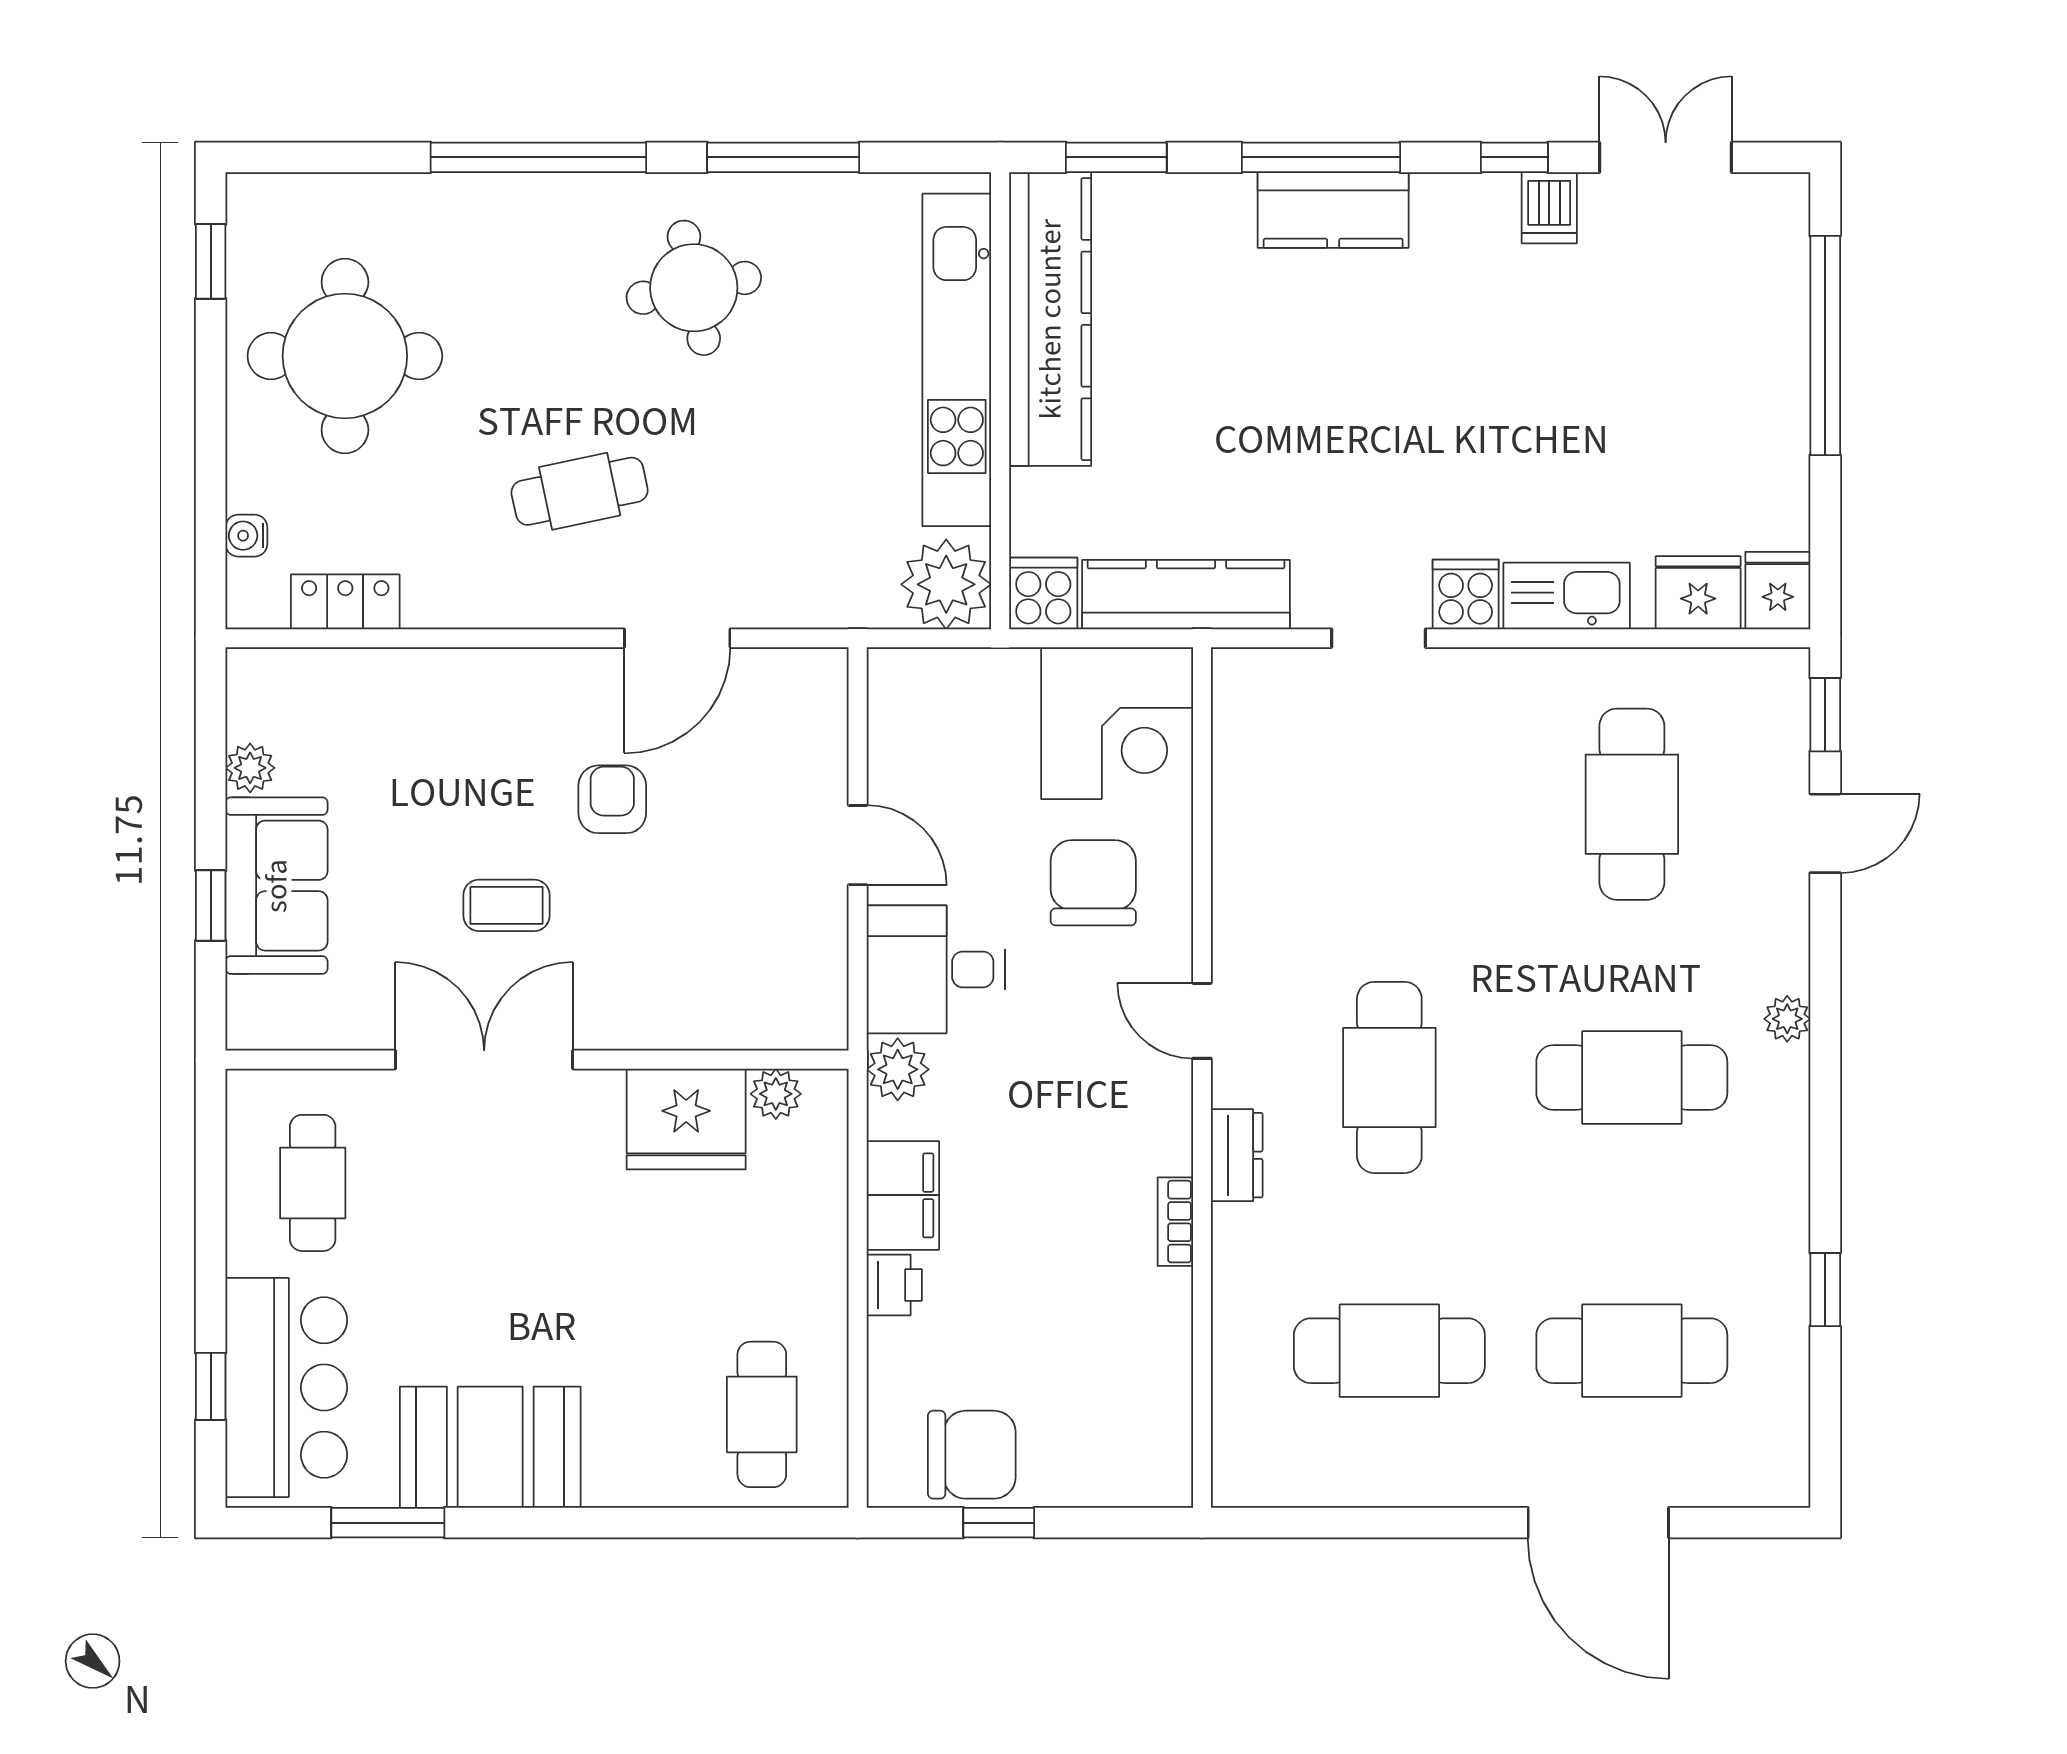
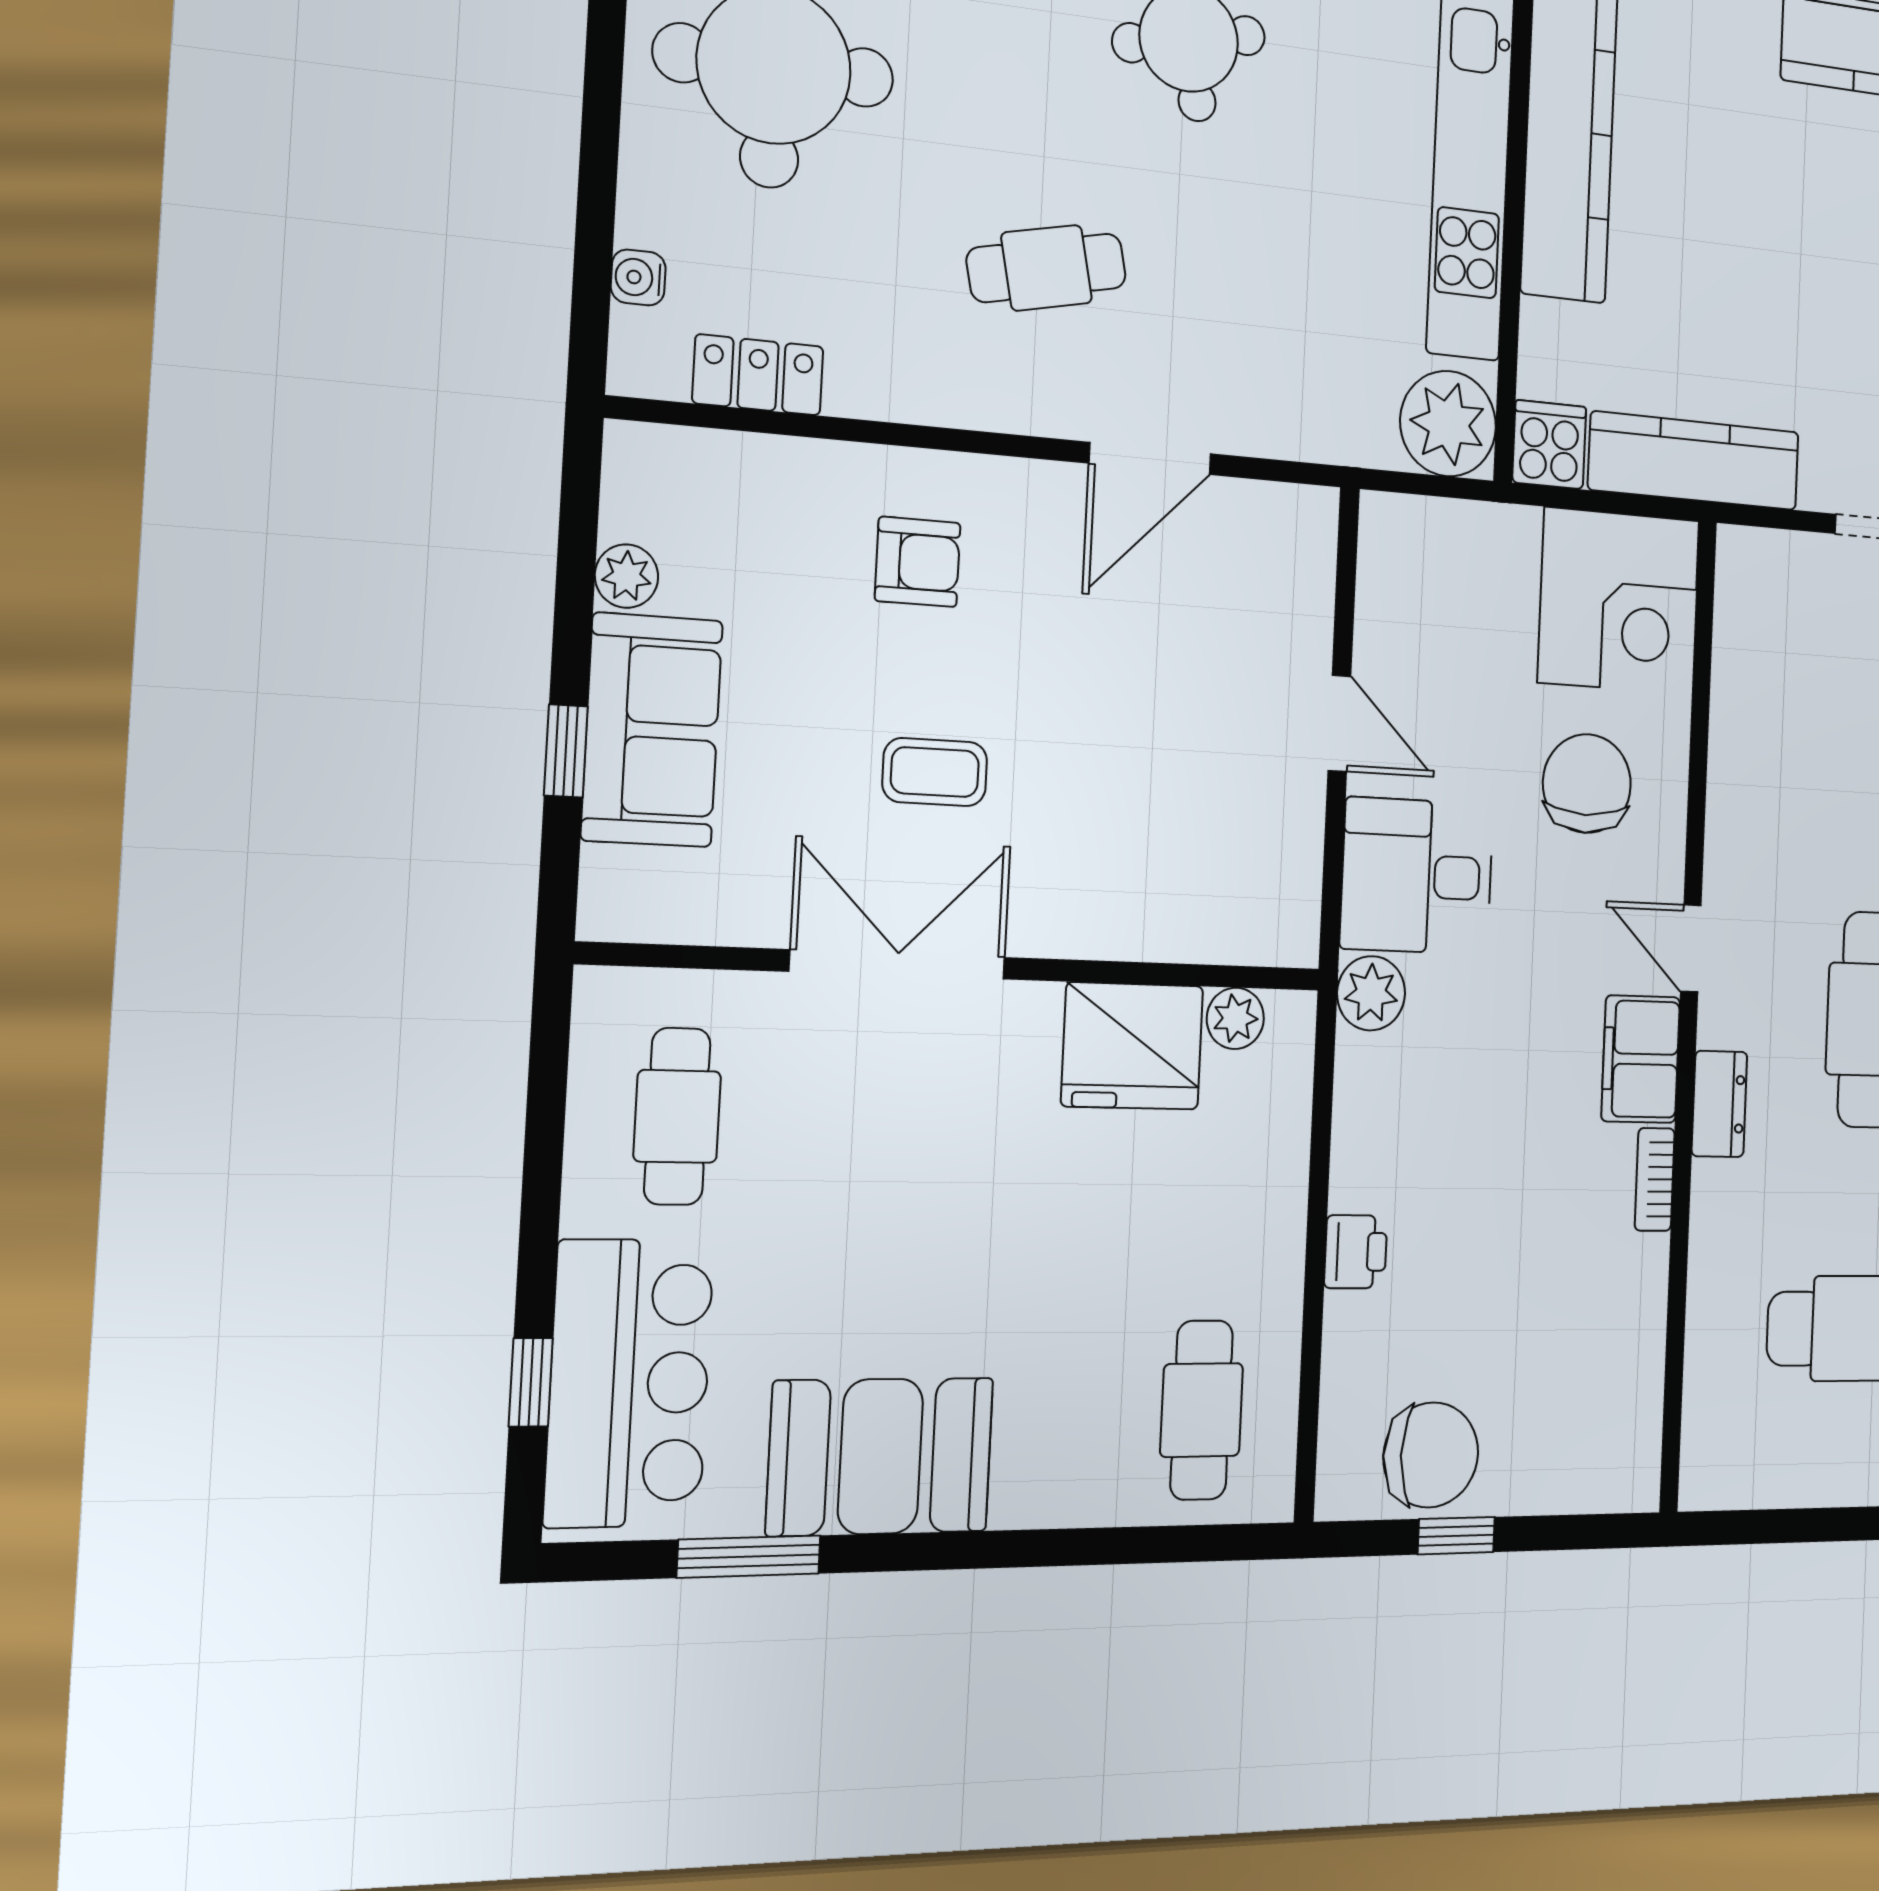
armchair: (612, 799) -> (918, 562), moved, turned 90
filing cabinet: (903, 1195) -> (1641, 1059), moved, turned 180

